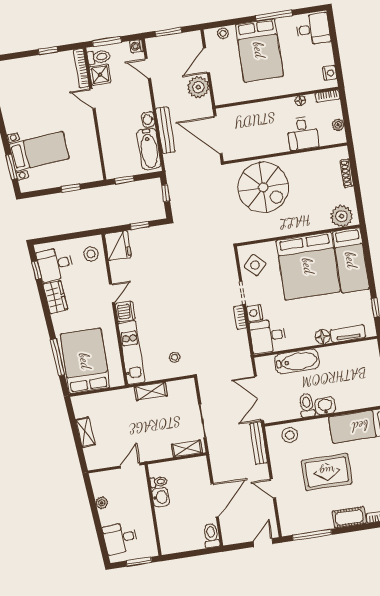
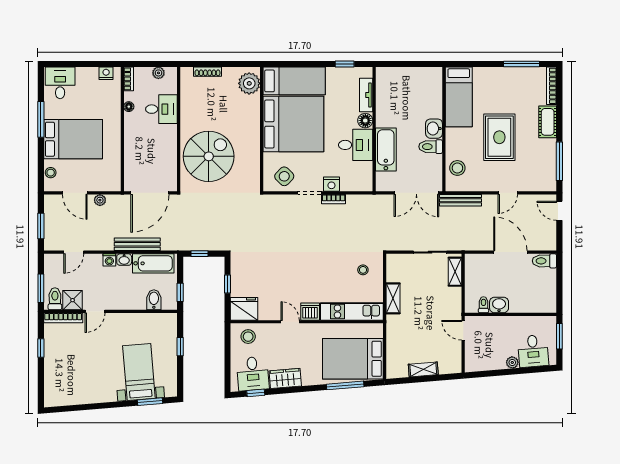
washing machine: (137, 46) -> (109, 260), moved
plant: (198, 87) -> (100, 200), width x0.53, depth x0.53
bidet: (113, 155) -> (154, 300), added
desk: (268, 336) -> (356, 145), moved, turned -90
plant: (102, 503) -> (512, 362), moved

